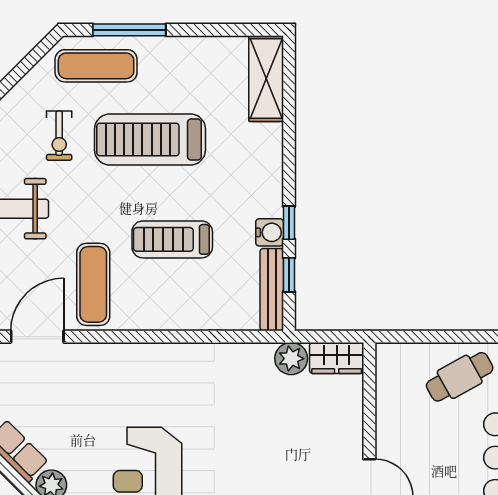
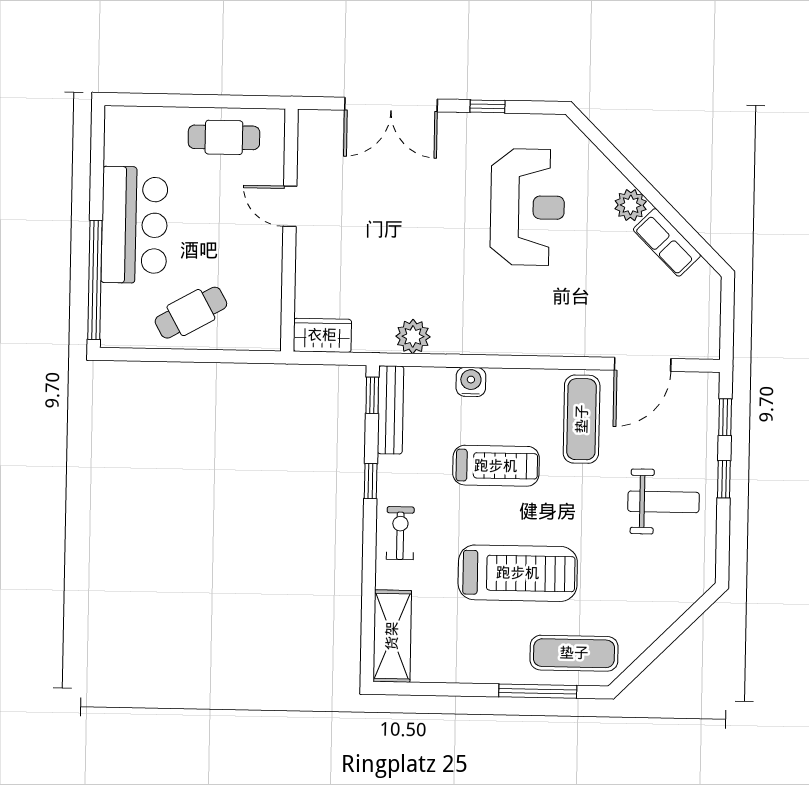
exercise bike: (59, 136) -> (400, 533), moved
water cooler: (270, 232) -> (471, 382), moved, turned 90
window: (289, 275) -> (372, 395), moved
plant: (291, 359) -> (413, 336), moved

